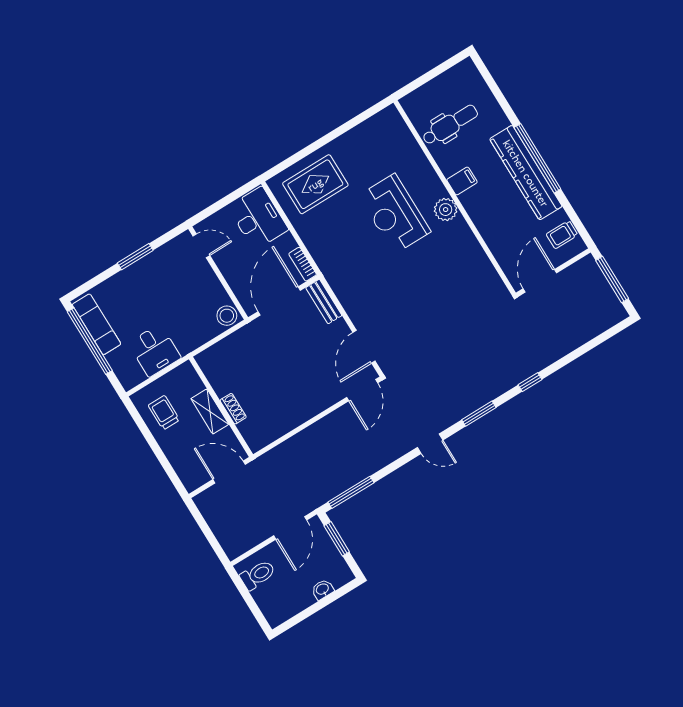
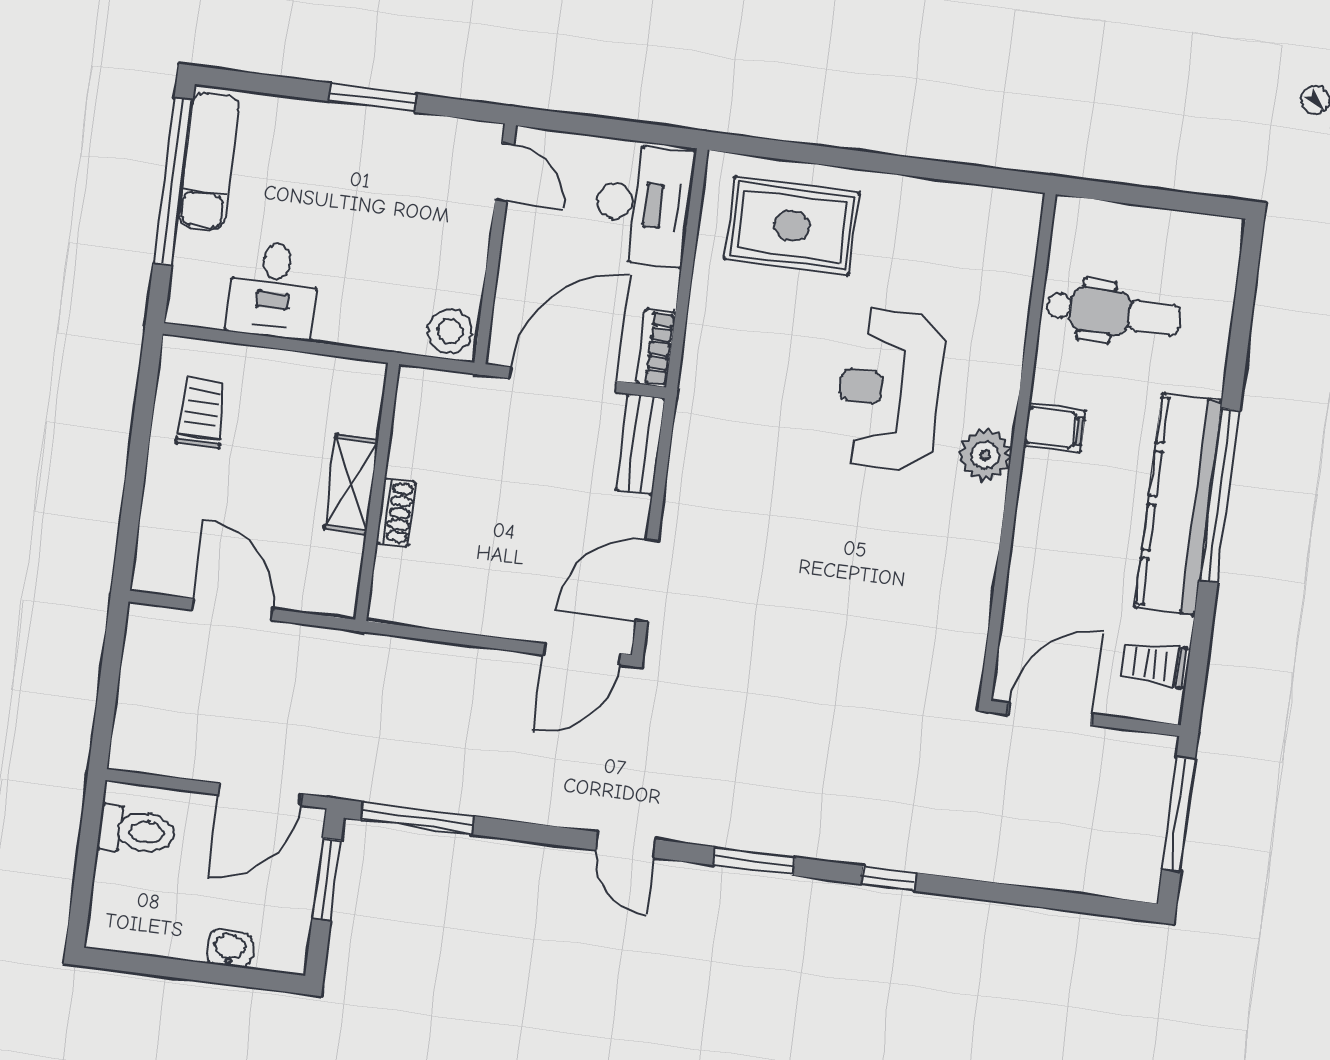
wall: (221, 407) -> (377, 492), moved
shoe rack: (233, 409) -> (396, 513), moved
shelving: (210, 411) -> (351, 484), moved

